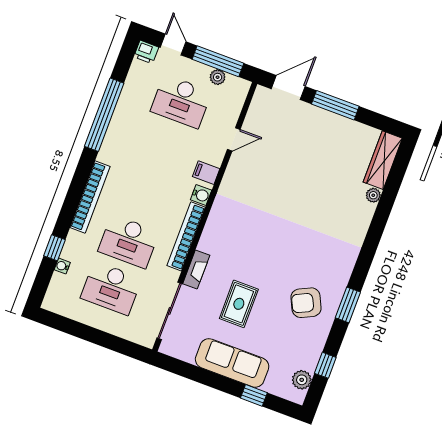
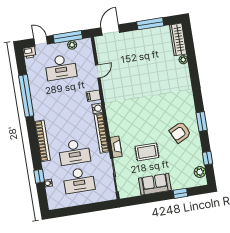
window: (335, 105) -> (150, 24), moved
rug: (239, 304) -> (147, 152), turned 90
sofa: (232, 363) -> (155, 184), width x0.73

